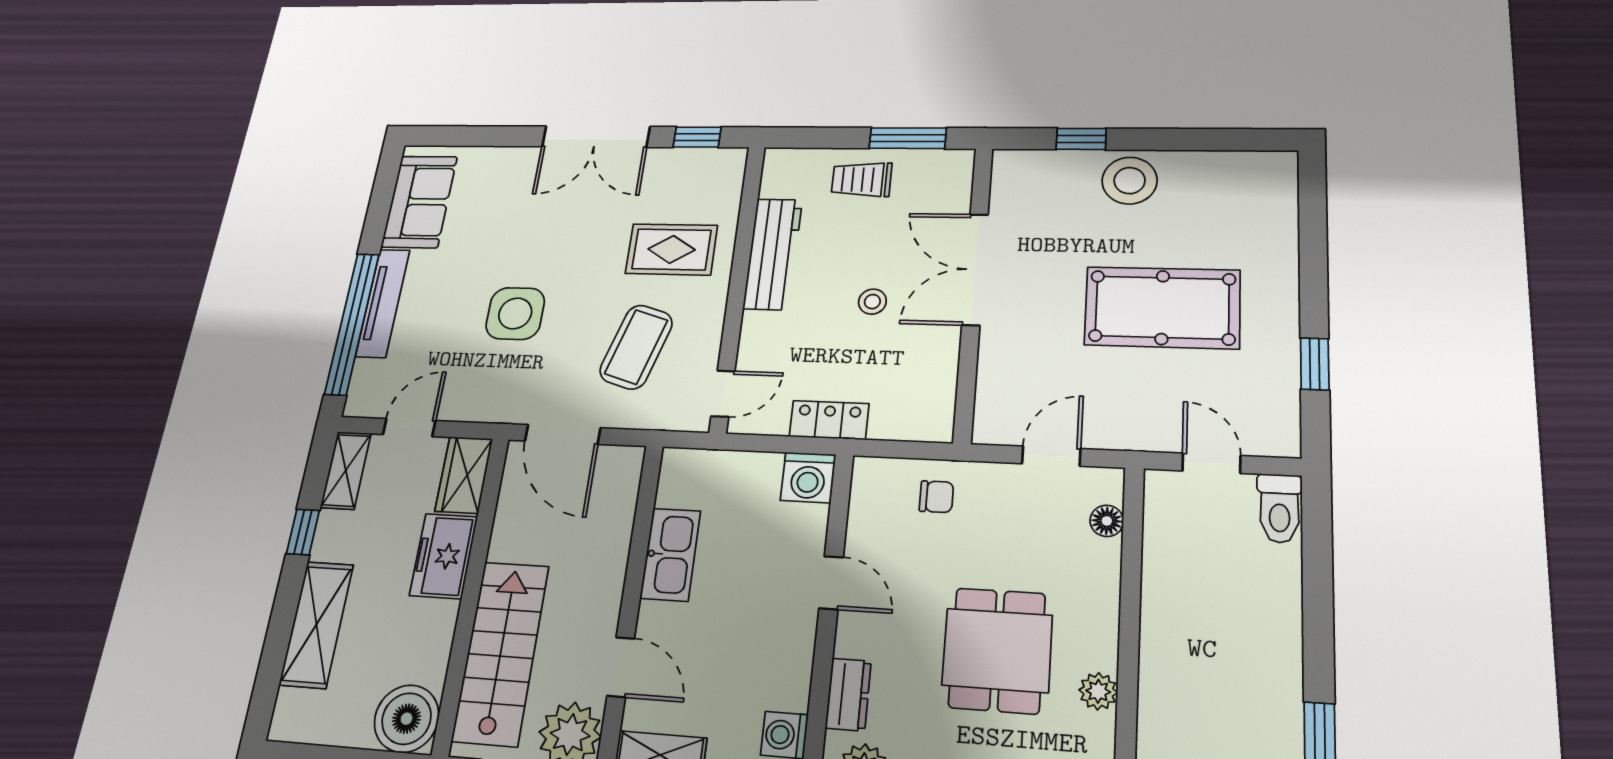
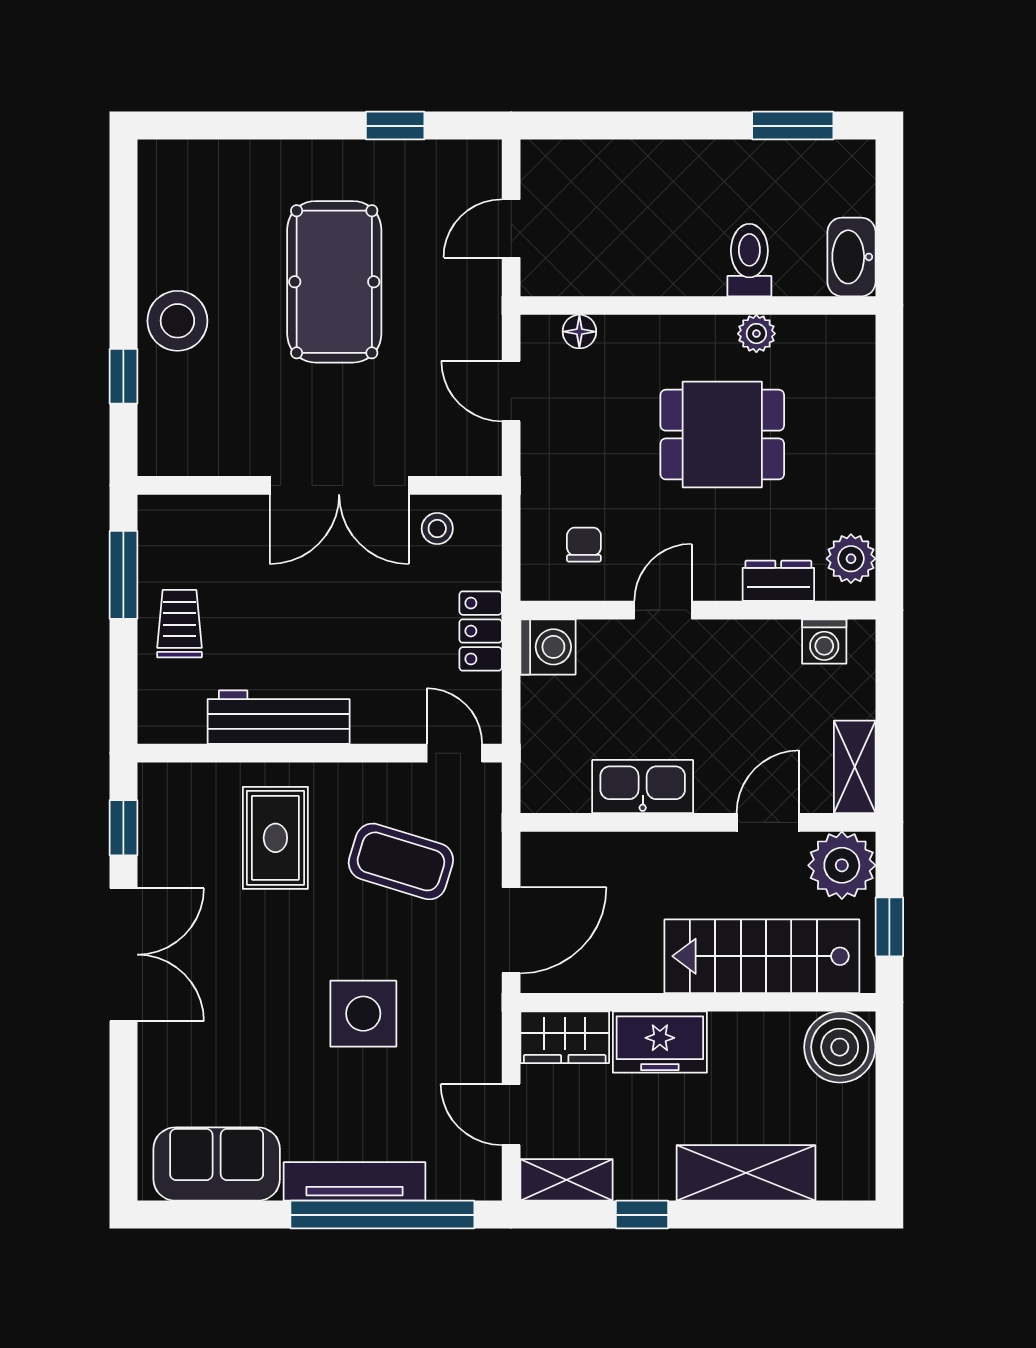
trolley: (862, 180) -> (180, 624), turned 180
double door: (975, 269) -> (339, 485), moved
stool: (872, 302) -> (437, 529), moved
chair: (936, 497) -> (584, 545), moved
toilet: (1280, 508) -> (749, 260), moved, turned -90

